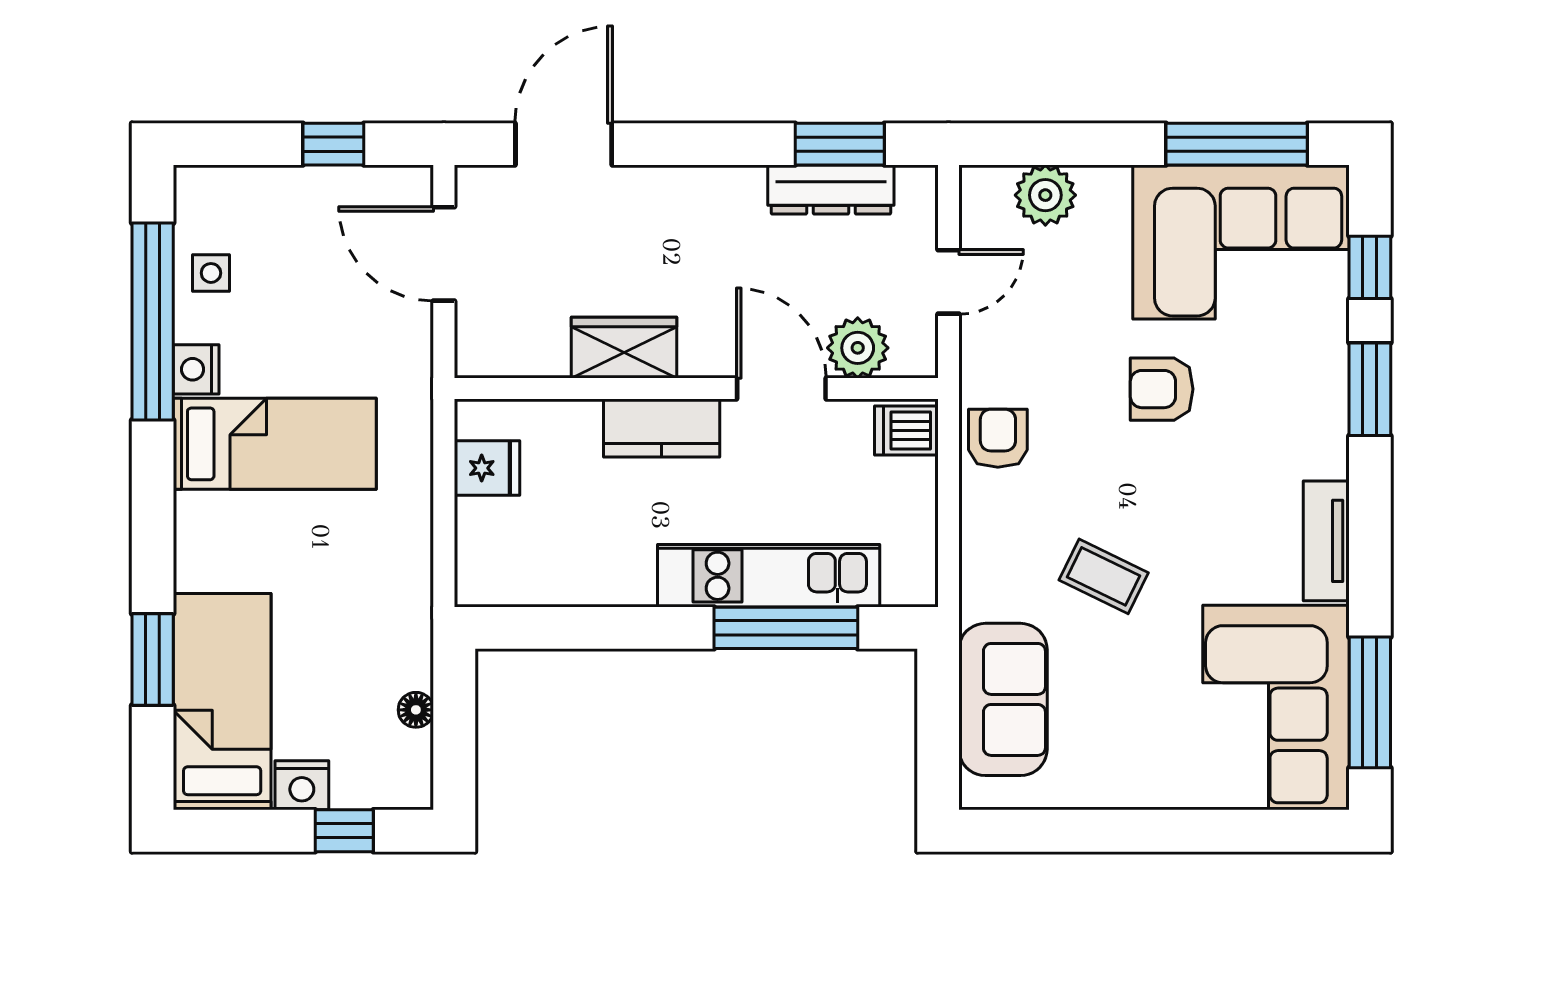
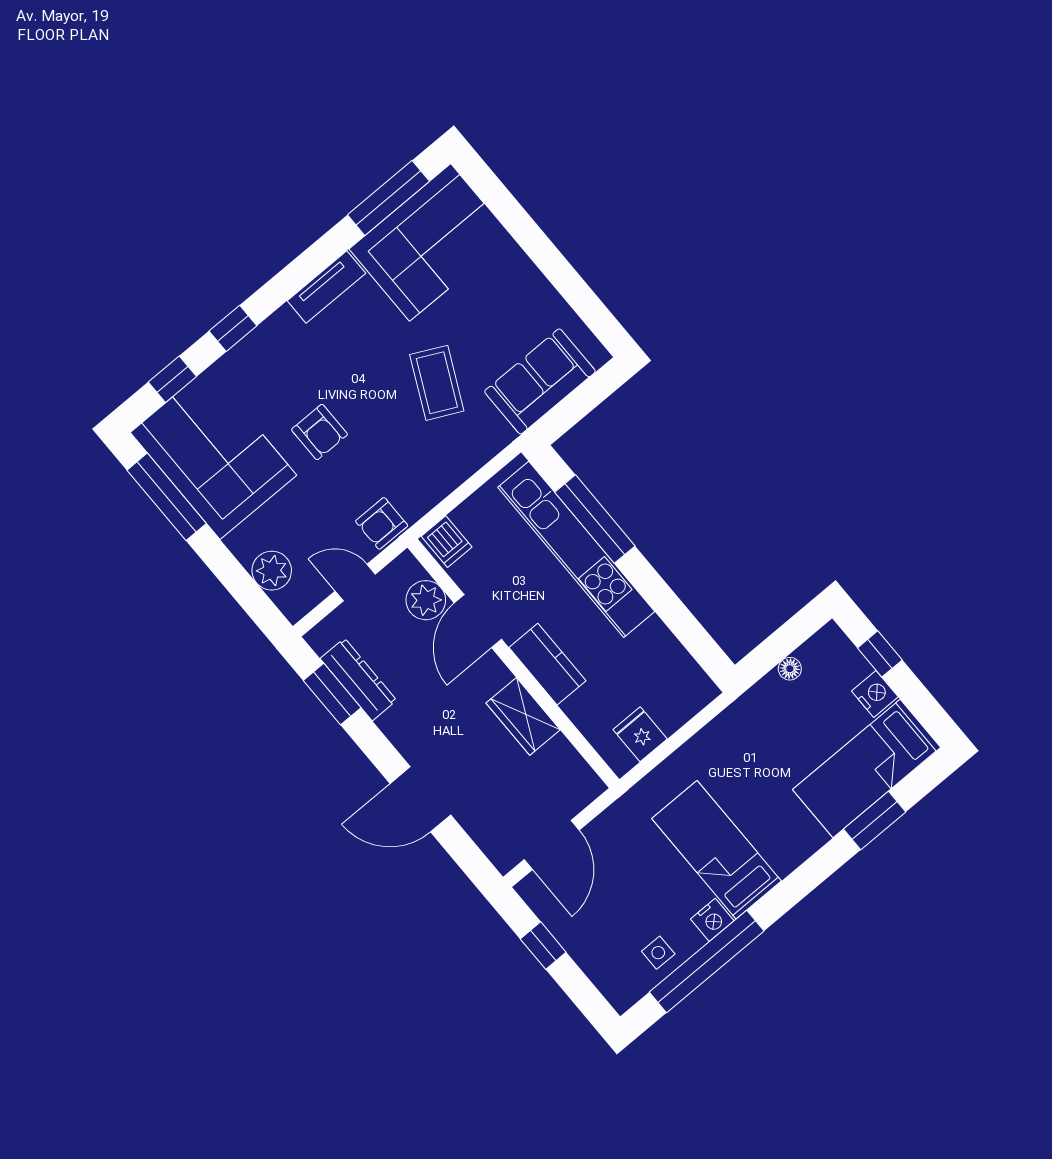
door: (564, 144) -> (420, 799), moved
window: (1370, 389) -> (233, 328), width x0.67
armchair: (998, 438) -> (382, 523), moved
kitchen unit: (769, 576) -> (576, 549), width x1.36
coffee table: (1104, 576) -> (437, 383), width x1.36, depth x1.30

